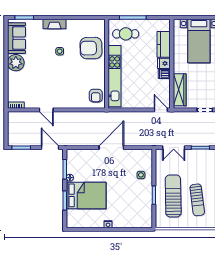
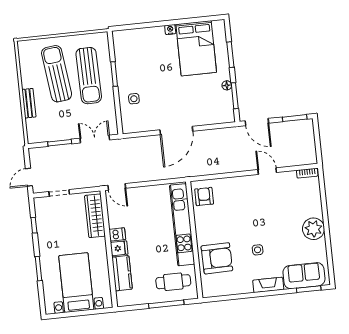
sofa: (16, 38) -> (304, 276), moved, turned 90
bed: (86, 195) -> (196, 48), moved, turned -90
sun lounger: (197, 200) -> (57, 74), width x1.36, depth x1.34

